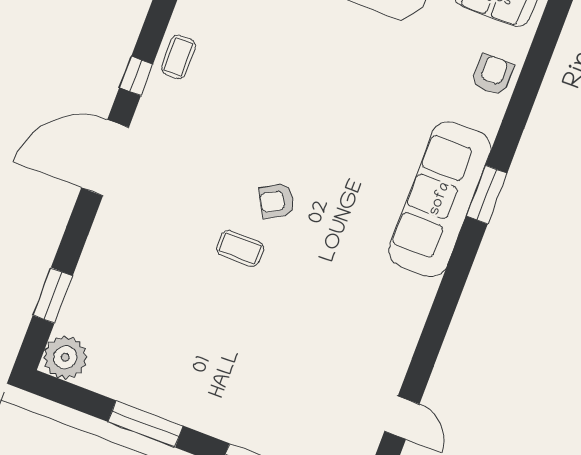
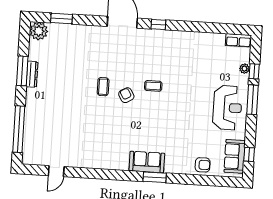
coffee table: (179, 57) -> (153, 86), moved
sofa: (440, 199) -> (147, 162), width x0.54, depth x0.79
dresser: (160, 404) -> (32, 74), added

